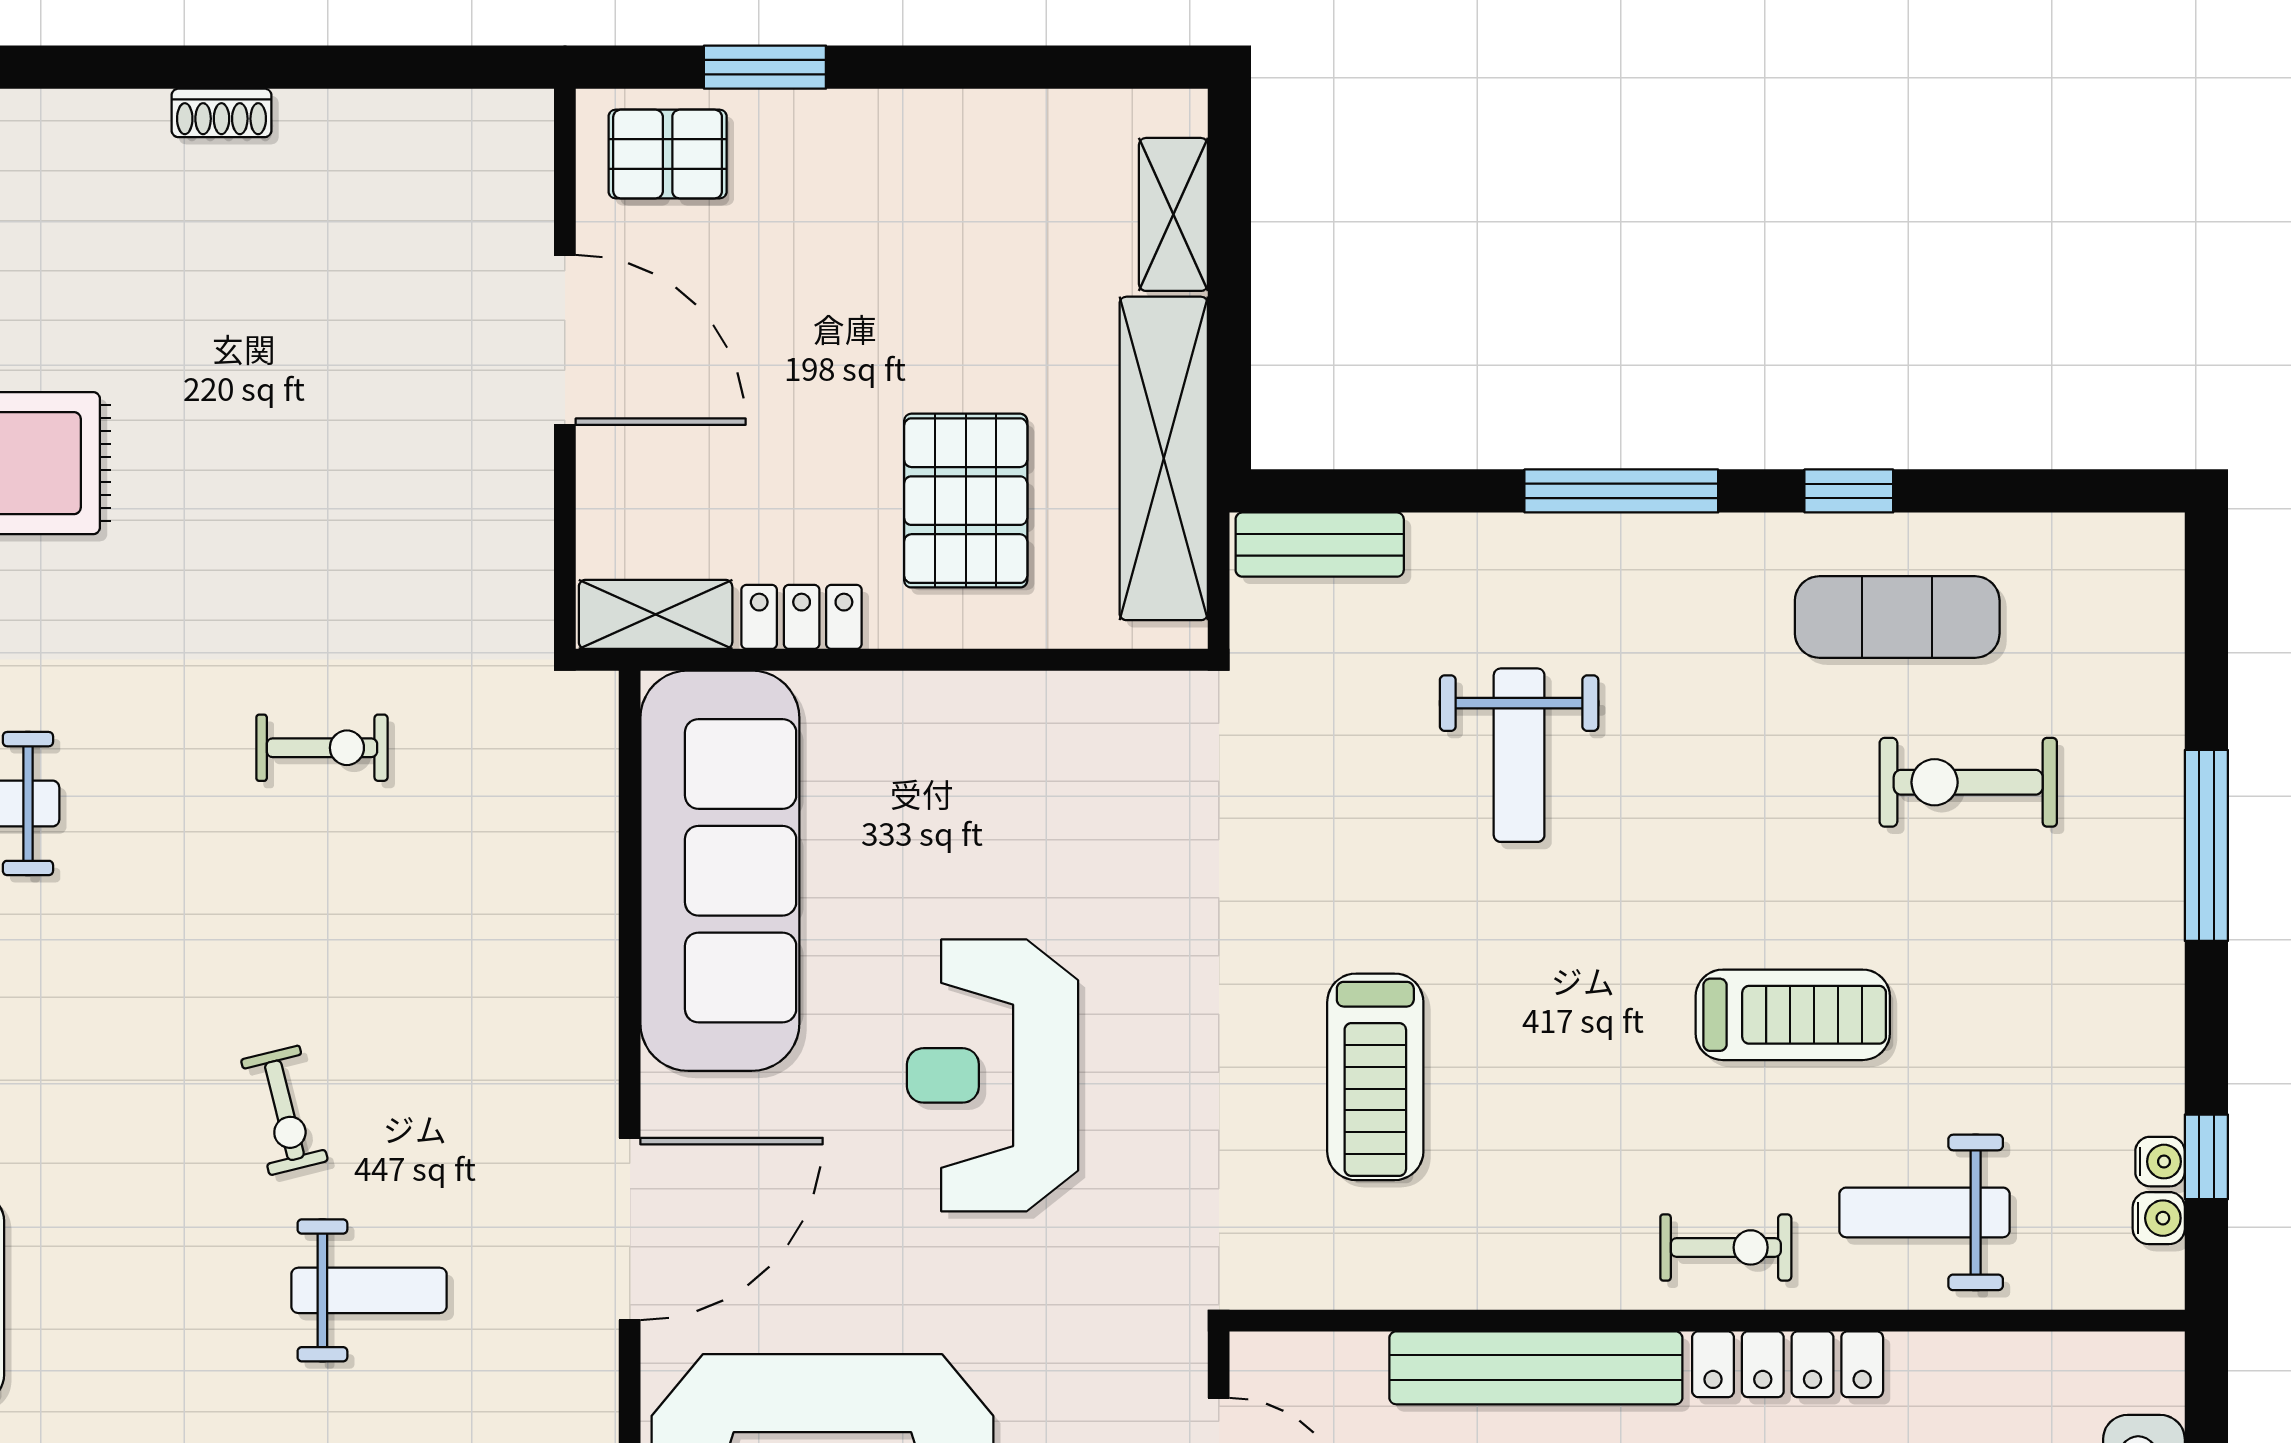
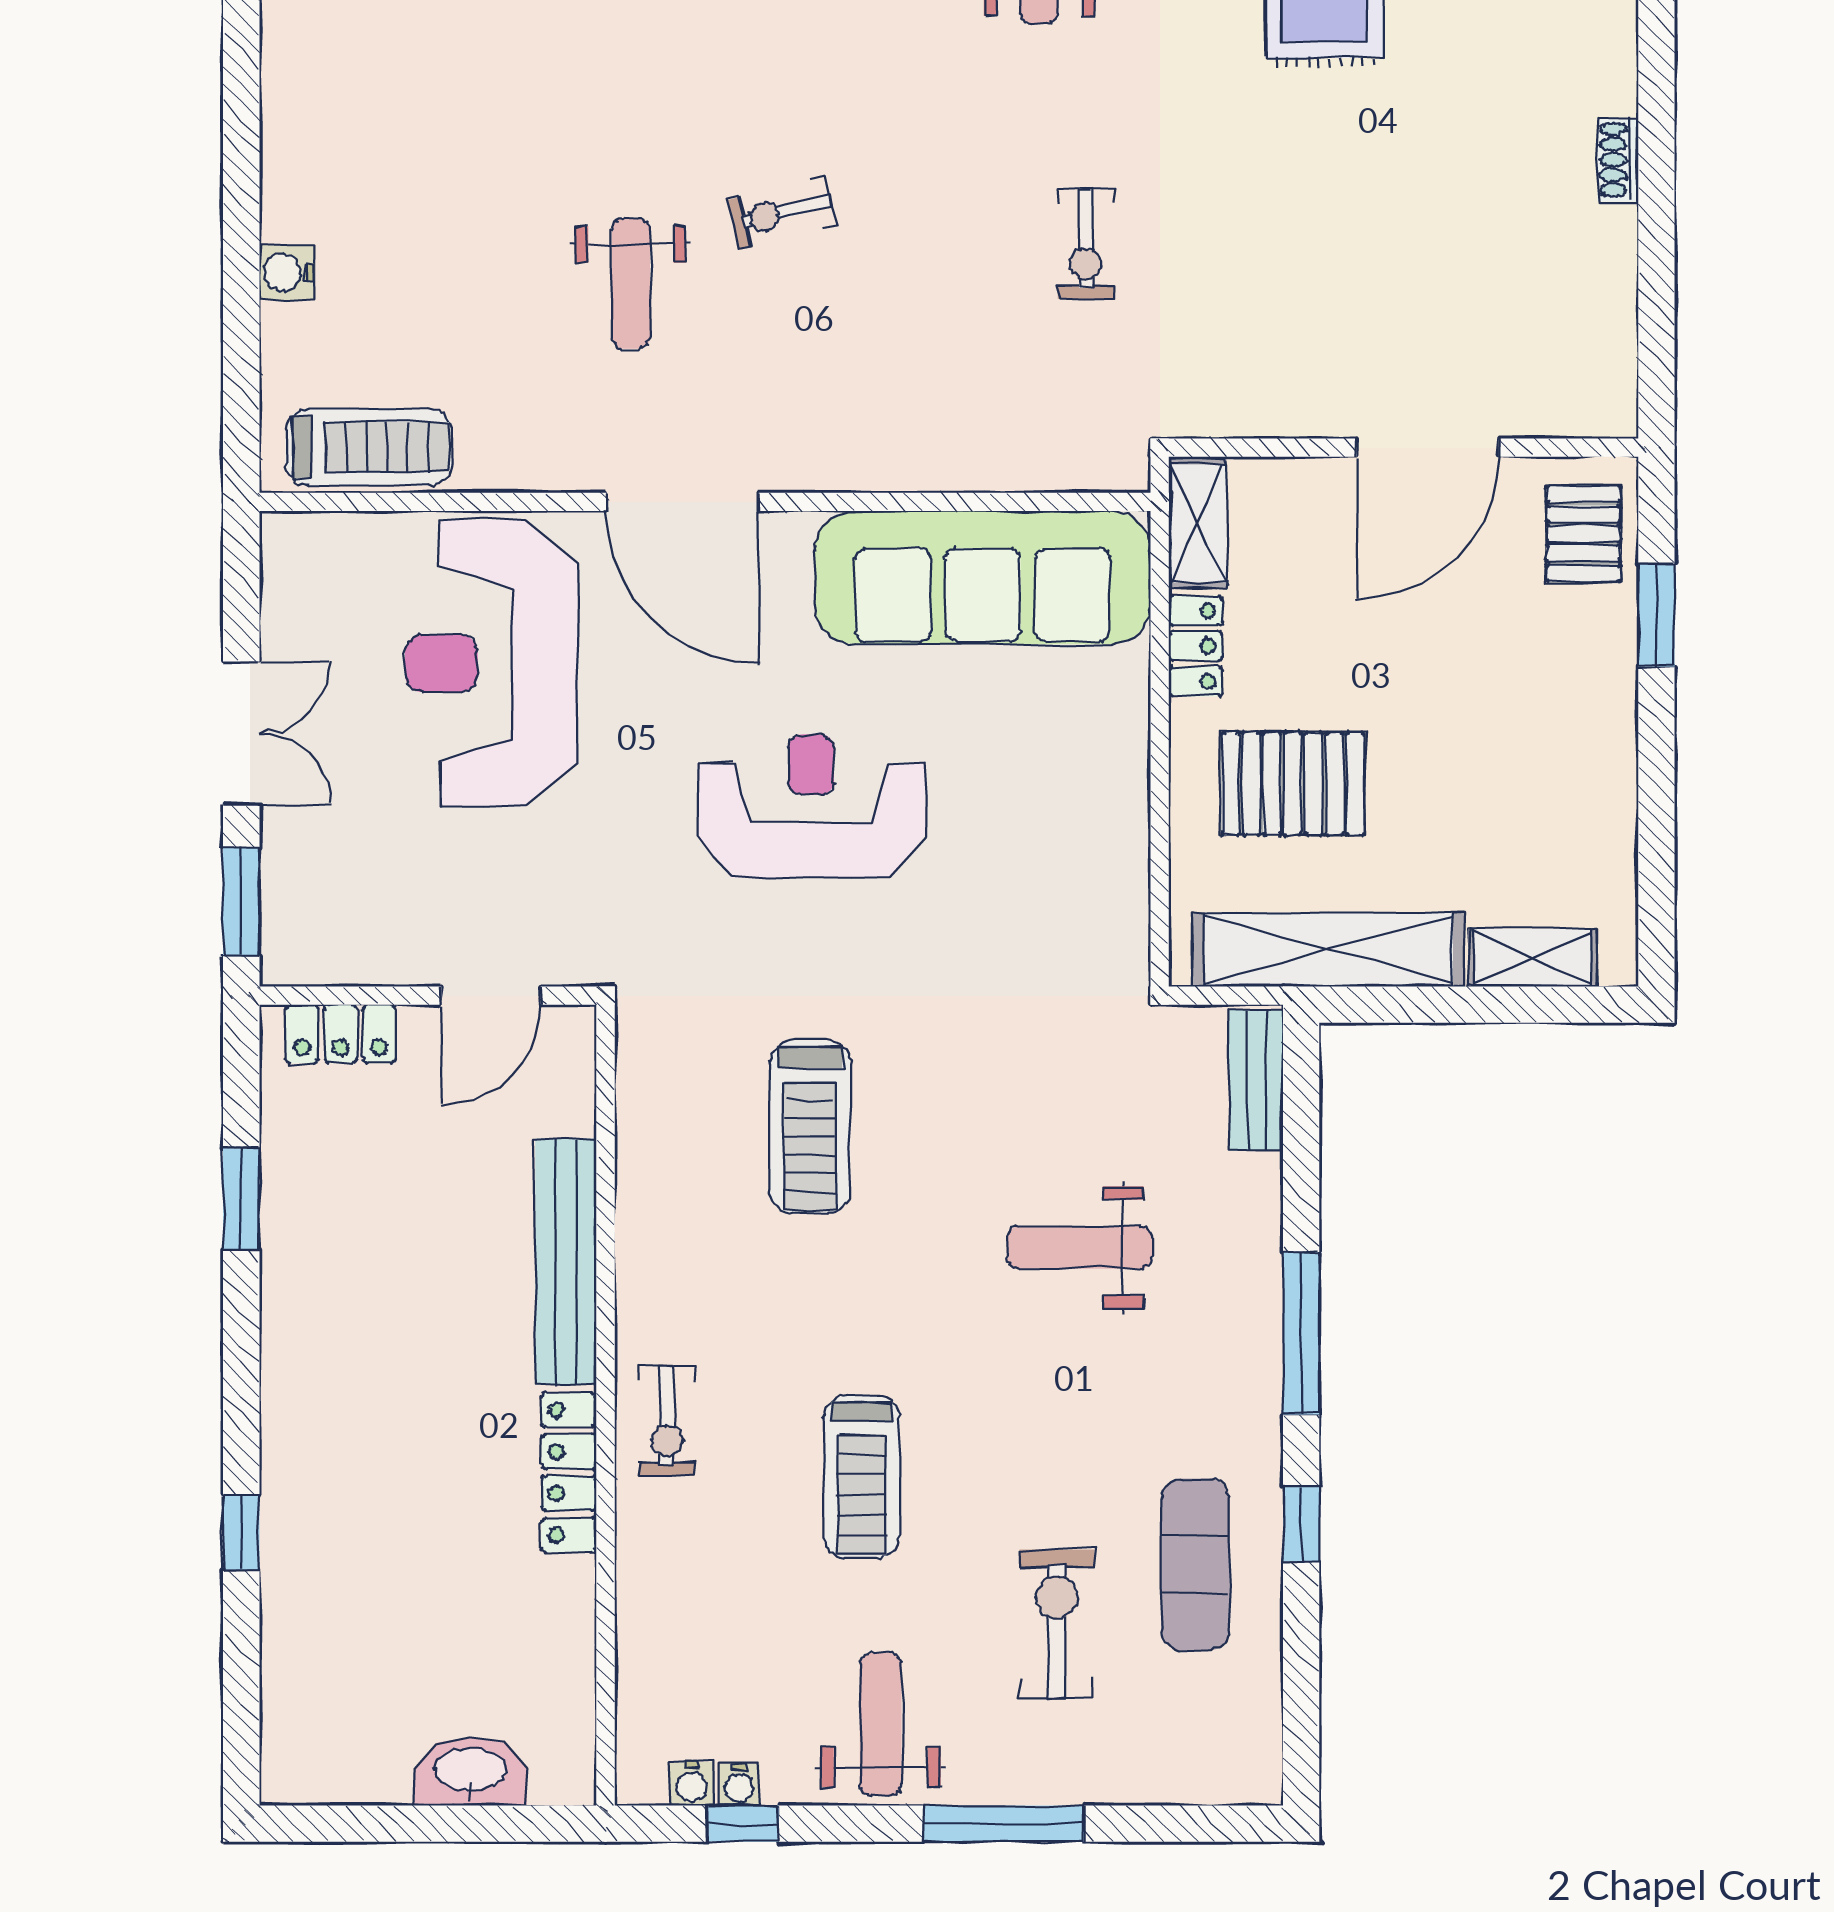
treadmill: (1375, 1077) -> (810, 1127), turned -90
weight bench: (1925, 1212) -> (881, 1724), moved

